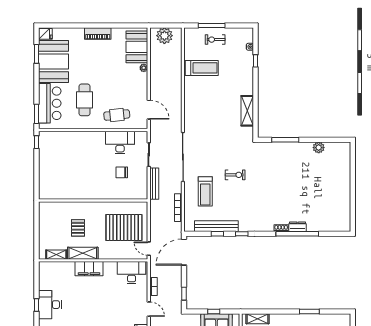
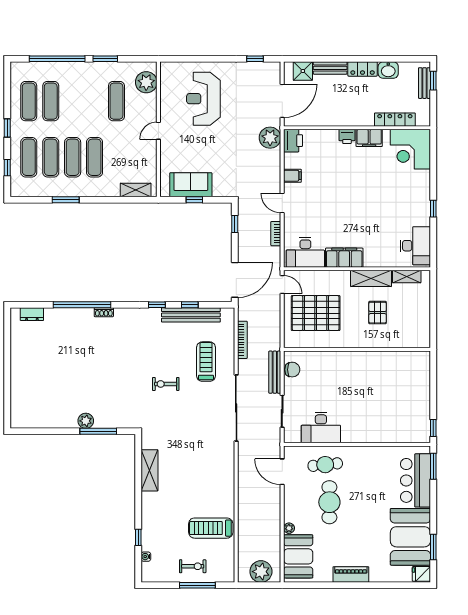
cafe table: (84, 100) -> (329, 502), moved
plant: (319, 148) -> (86, 421), moved
chair: (122, 172) -> (292, 370), moved
dresser: (298, 227) -> (32, 314), moved
filing cabinet: (89, 269) -> (344, 258), moved
desk: (50, 305) -> (415, 246), moved

